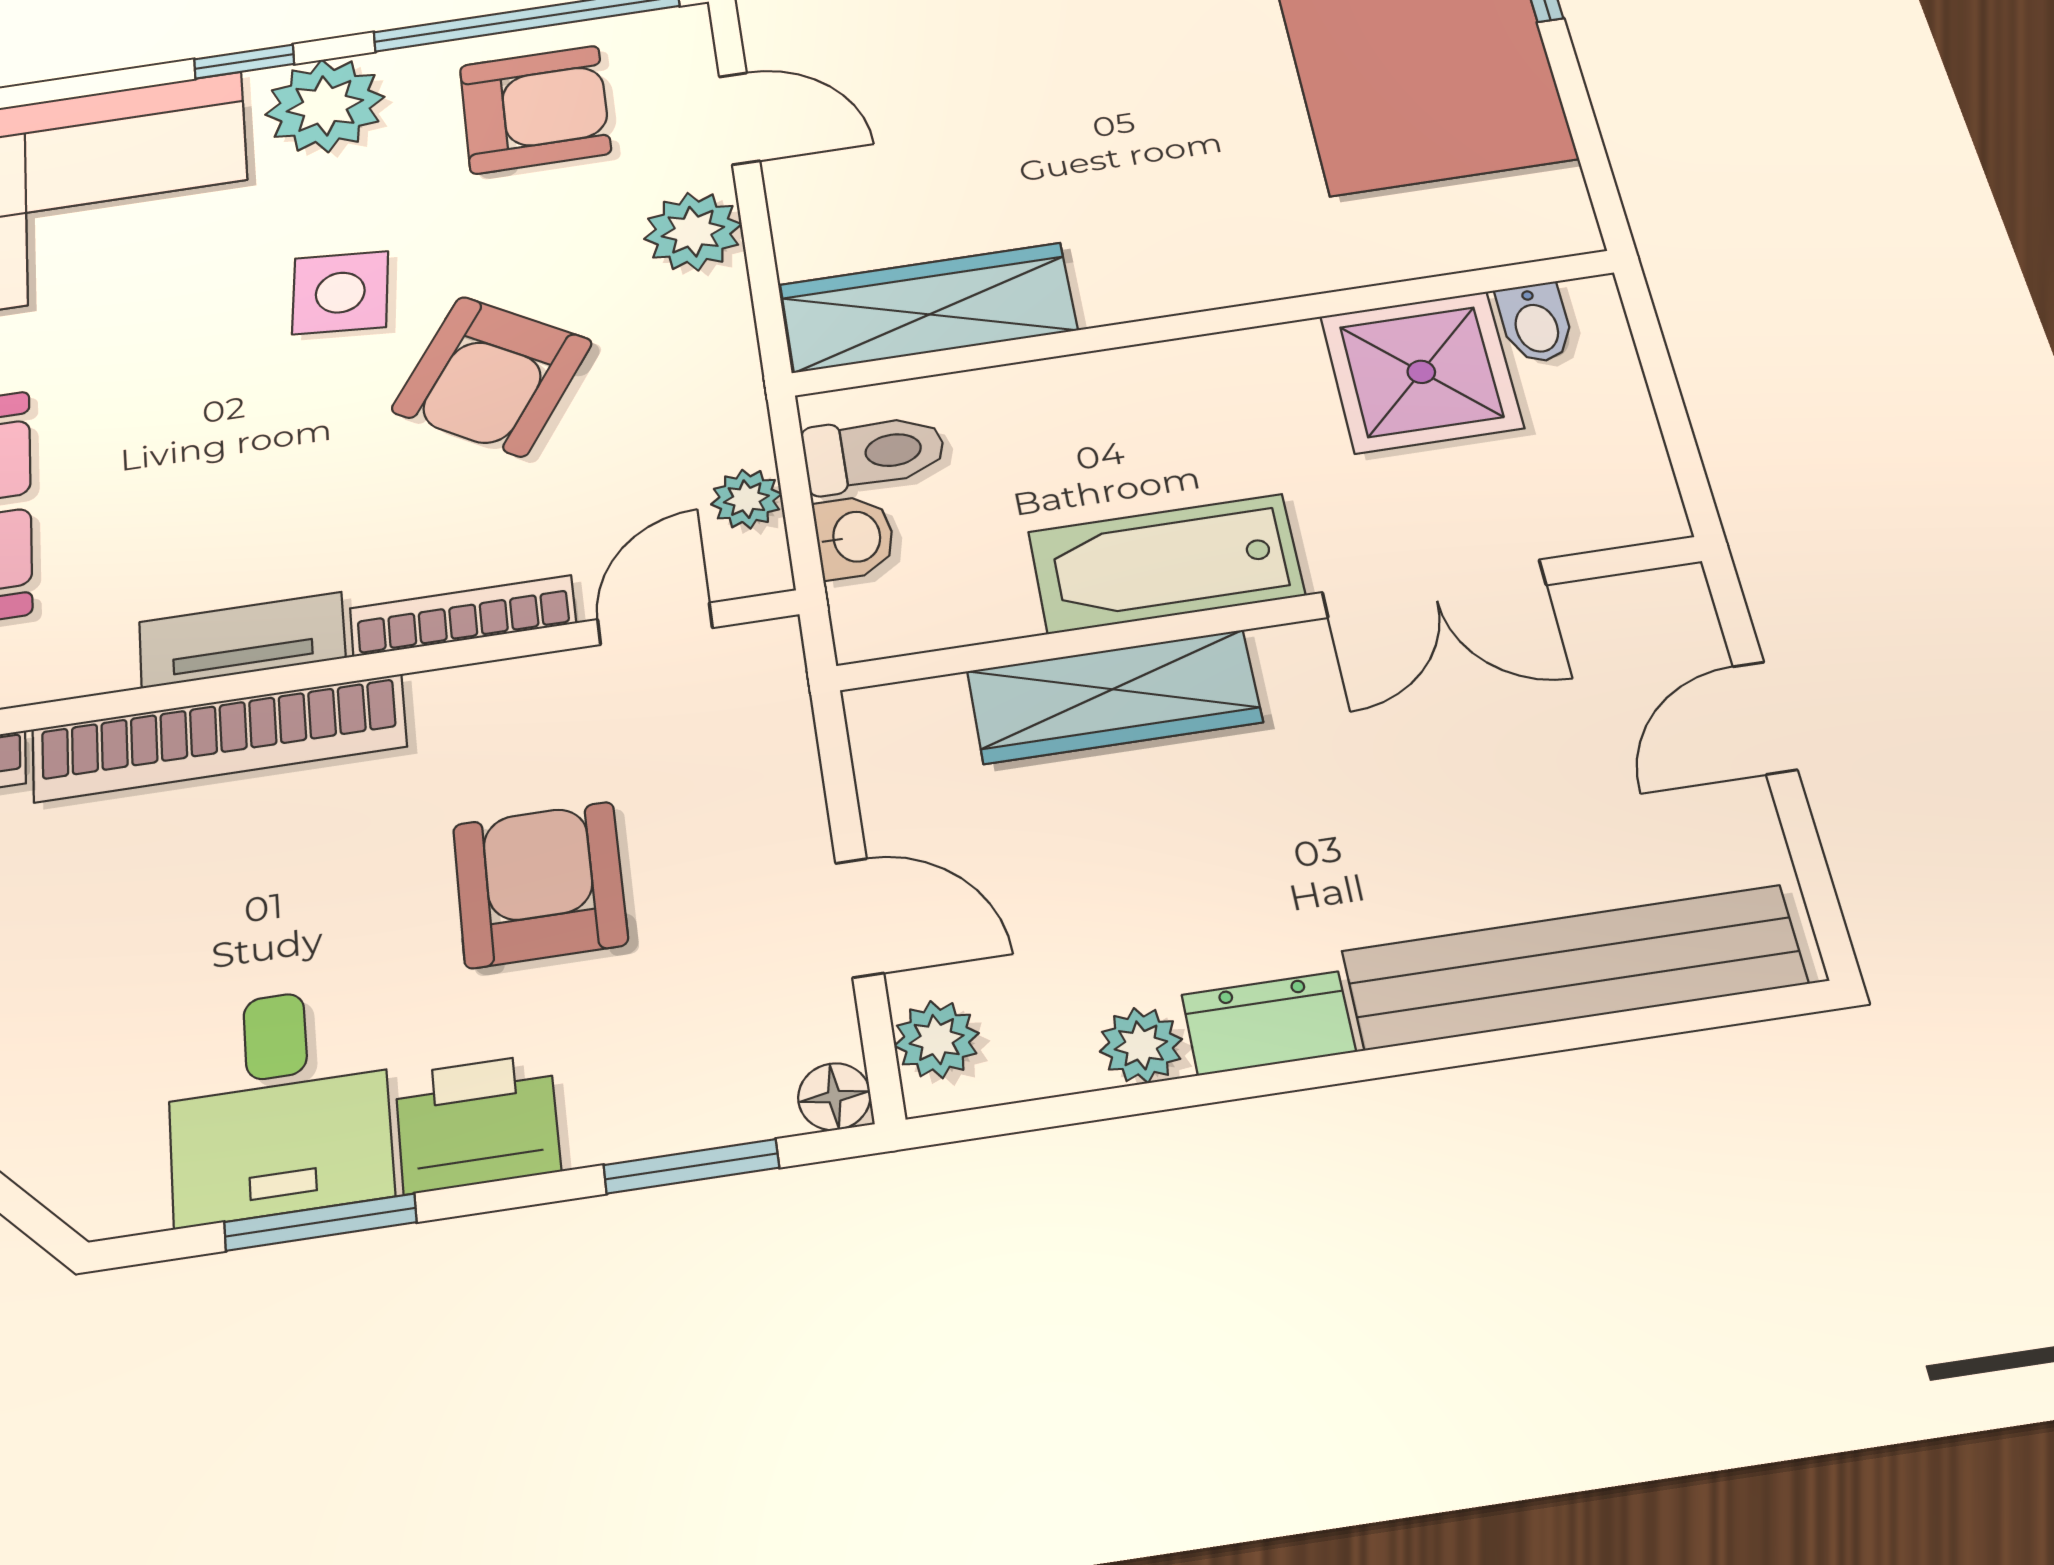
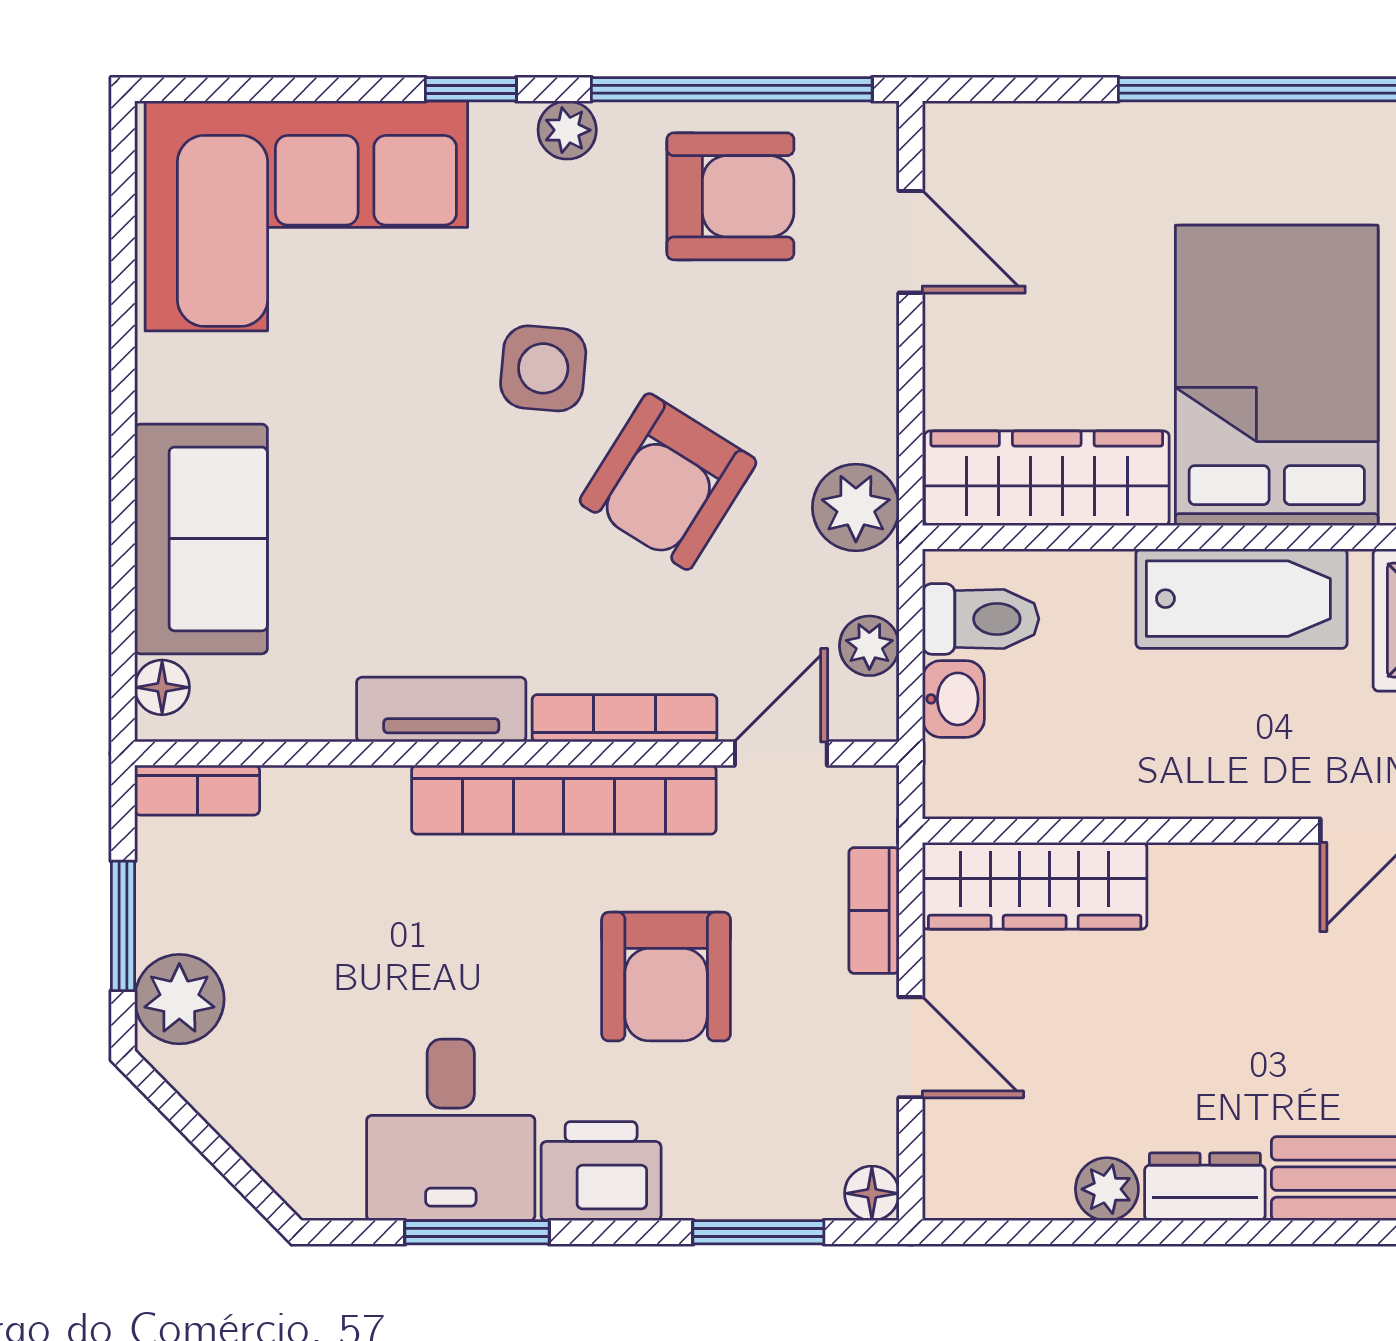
plant: (325, 106) -> (567, 130), width x0.53, depth x0.53
bed: (1172, 174) -> (1277, 375), added
plant: (693, 232) -> (856, 507), moved
bathtub: (1166, 564) -> (1242, 599), moved, turned 180
wardrobe: (1114, 697) -> (1035, 886), moved
bookcase: (219, 738) -> (564, 800), moved
bookcase: (791, 772) -> (874, 910), added
armchair: (540, 884) -> (666, 977), turned 180
plant: (937, 1039) -> (955, 1159), removed

